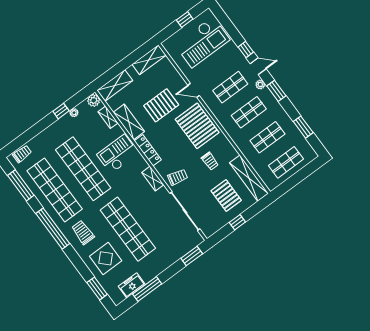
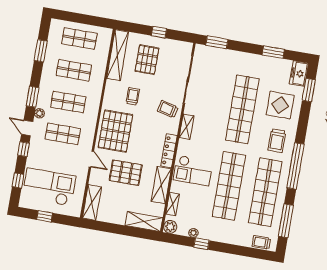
window: (228, 25) -> (18, 180), added
shelving: (149, 60) -> (92, 203), moved, turned 90
freezer: (132, 285) -> (299, 74), moved, turned 90
window: (147, 289) -> (273, 52), width x0.69

